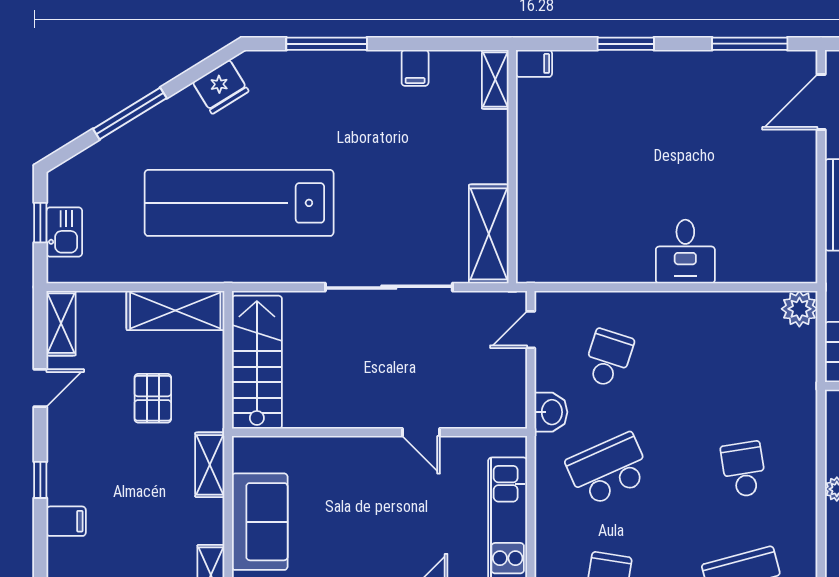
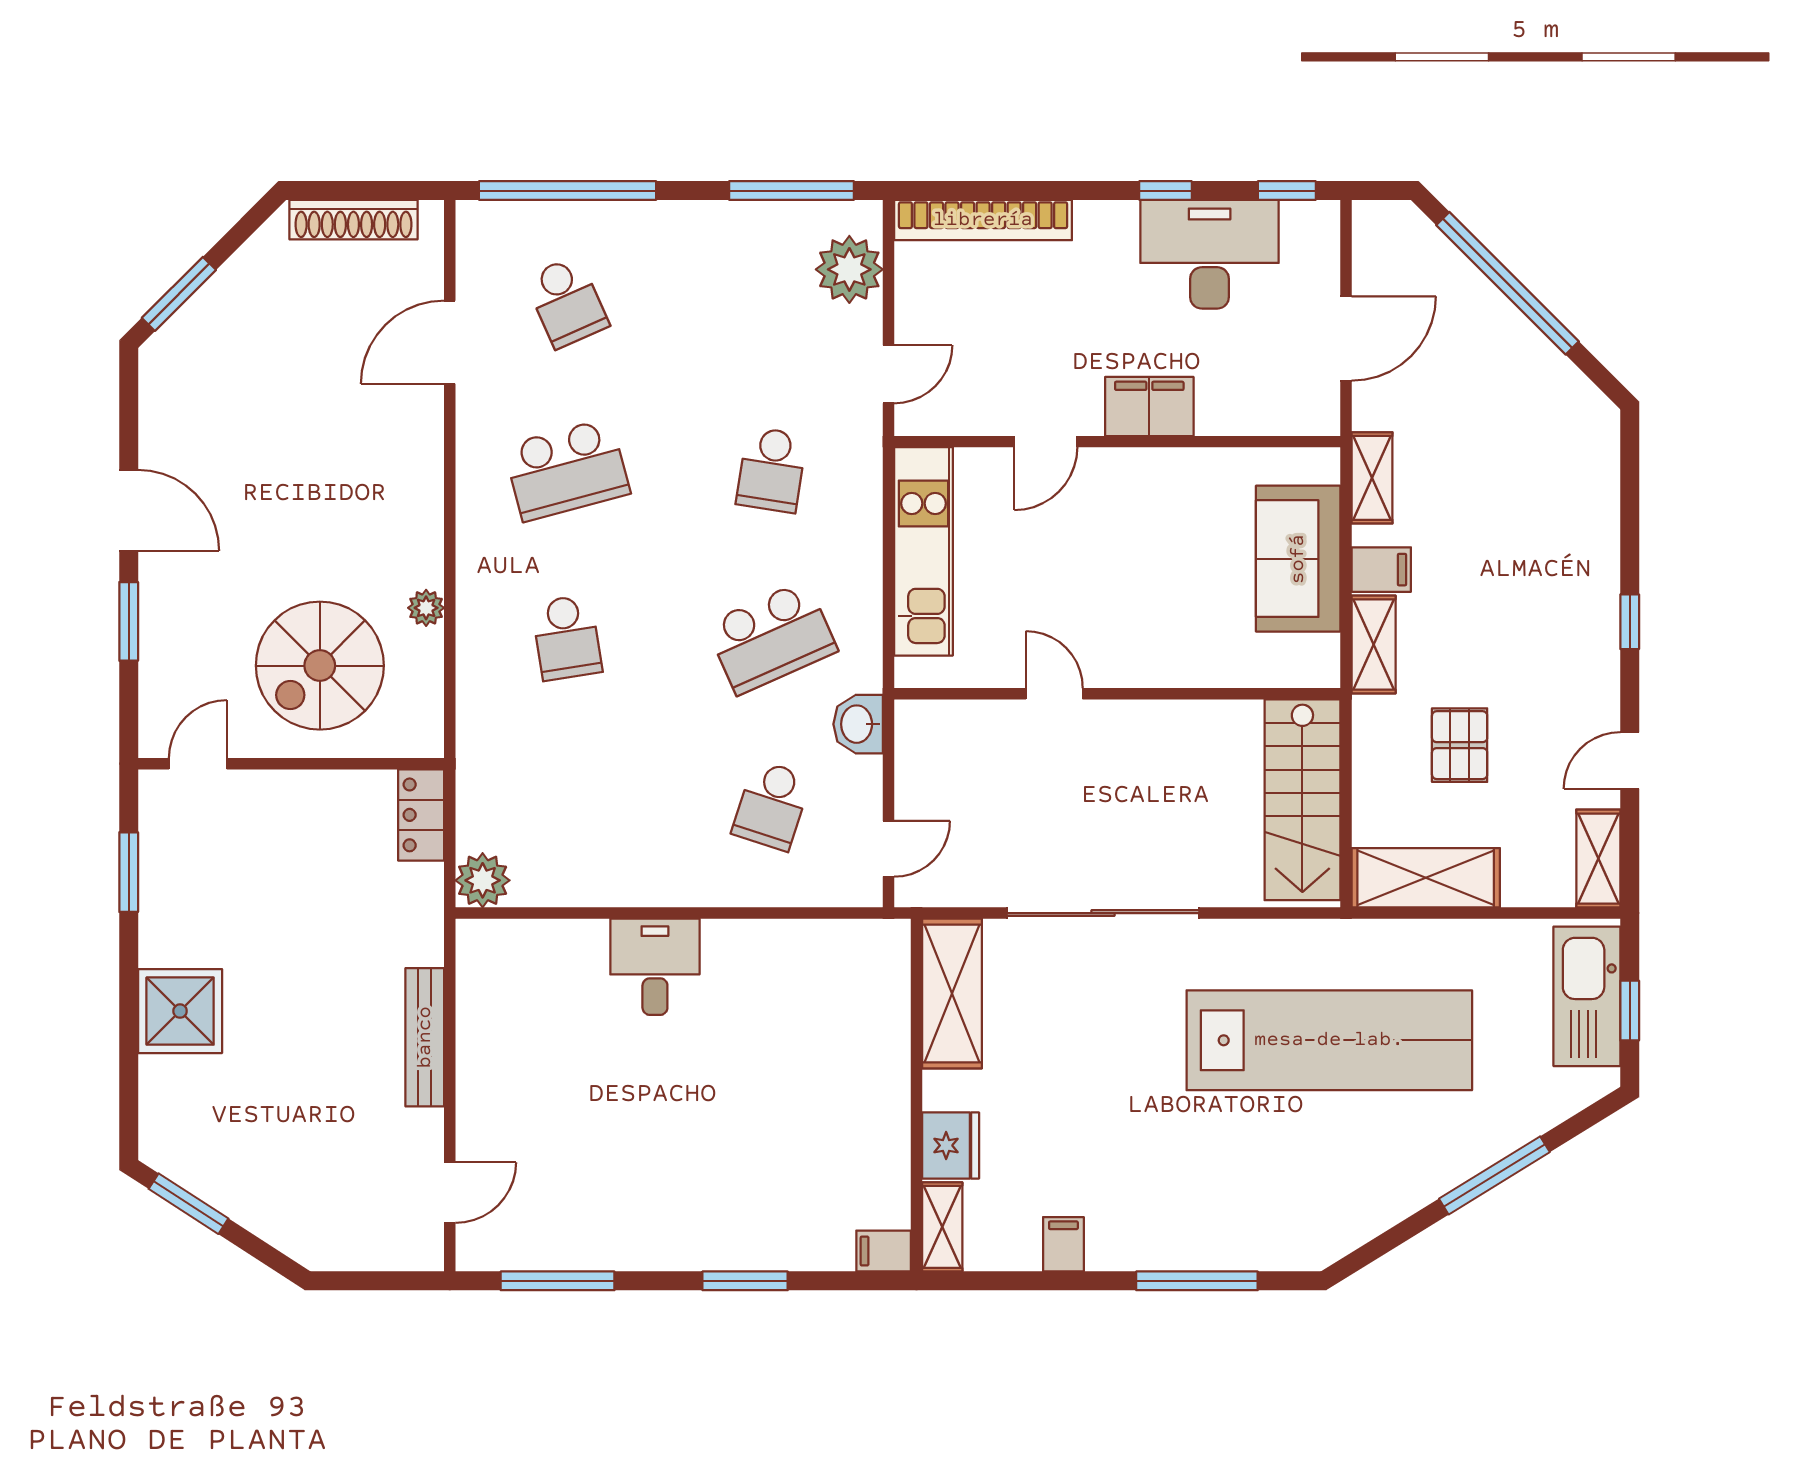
fridge: (221, 87) -> (951, 1145), moved, turned 122
door: (821, 102) -> (450, 1193), width x0.73
kitchen sink: (64, 232) -> (1587, 996), width x1.87, depth x1.24
filing cabinet: (66, 521) -> (1381, 570), moved, turned 180

